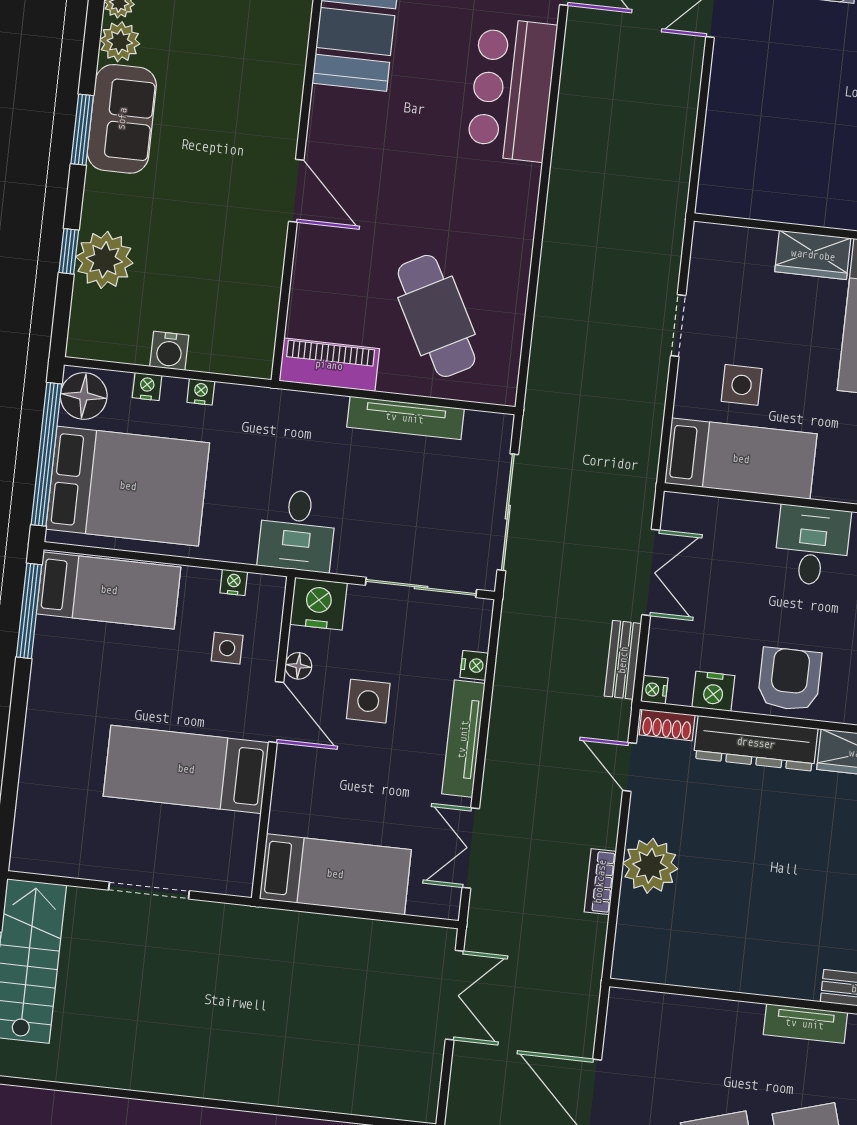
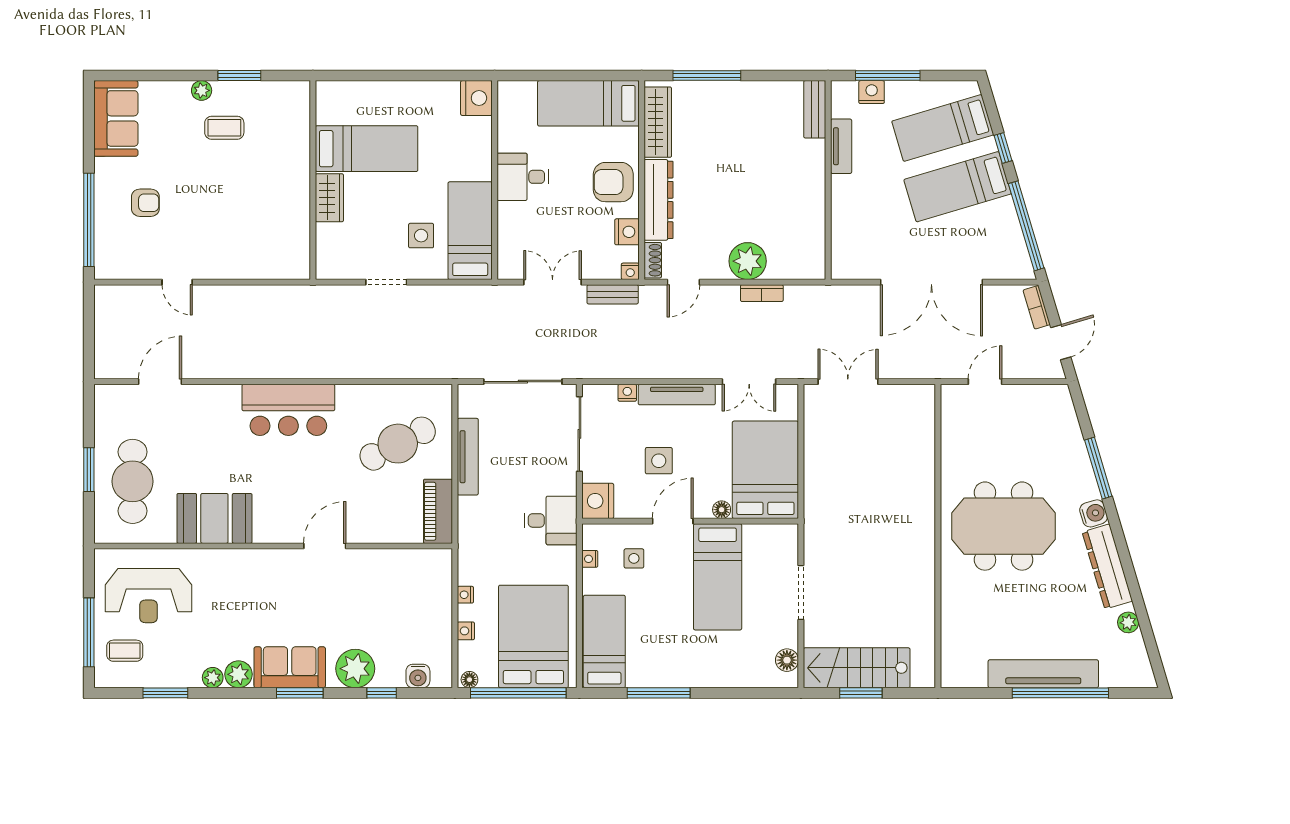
bar counter: (512, 90) -> (288, 410), moved
plant: (104, 260) -> (355, 669), moved
water cooler: (169, 351) -> (418, 676), moved, turned 90
floor lamp: (84, 396) -> (469, 680), width x0.53, depth x0.53
window: (29, 611) -> (659, 693), moved
floor lamp: (298, 666) -> (722, 510), moved
floor lamp: (51, 859) -> (787, 660), added
bed: (335, 874) -> (765, 470), width x1.50

